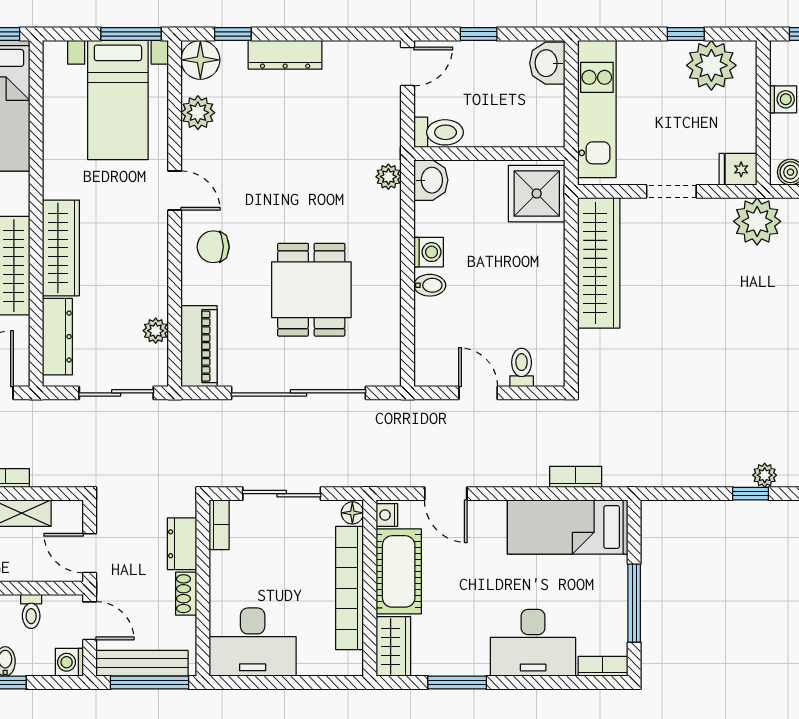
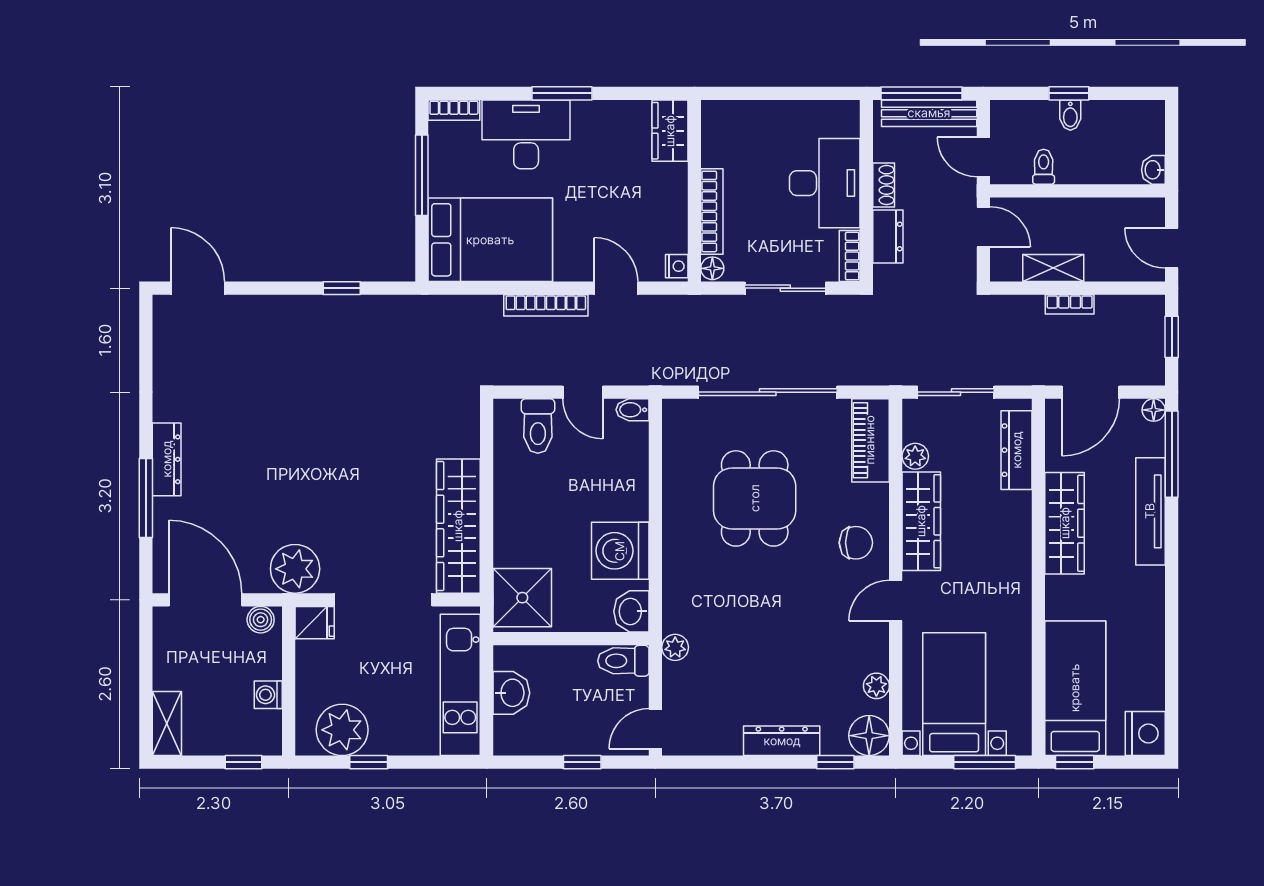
window: (131, 34) -> (985, 762), moved
washbasin: (547, 63) -> (511, 693), moved
plant: (198, 113) -> (876, 686), width x0.73, depth x0.73
plant: (388, 177) -> (675, 647), moved
door: (175, 191) -> (896, 601), hinge flipped
doorway: (671, 191) -> (383, 600), width x1.88
wardrobe: (61, 248) -> (921, 521), moved, turned 180
washing machine: (429, 252) -> (620, 551), width x1.89, depth x1.89
bidet: (430, 285) -> (633, 410), moved
toilet: (522, 367) -> (538, 426), width x1.37, depth x1.39
plant: (765, 475) -> (287, 307), removed
bookcase: (576, 477) -> (546, 305), moved, width x1.56
window: (750, 494) -> (342, 288), moved
bed: (568, 527) -> (490, 240), width x1.50
cot: (399, 571) -> (665, 208), removed
bookcase: (349, 588) -> (712, 211), width x0.68, depth x0.76
desk: (253, 642) -> (825, 183), moved, turned 90
washing machine: (69, 662) -> (1004, 114), removed
window: (457, 682) -> (562, 93), moved

